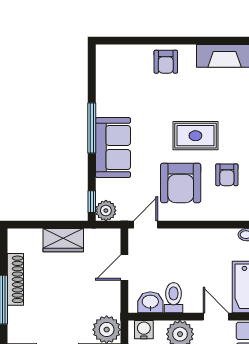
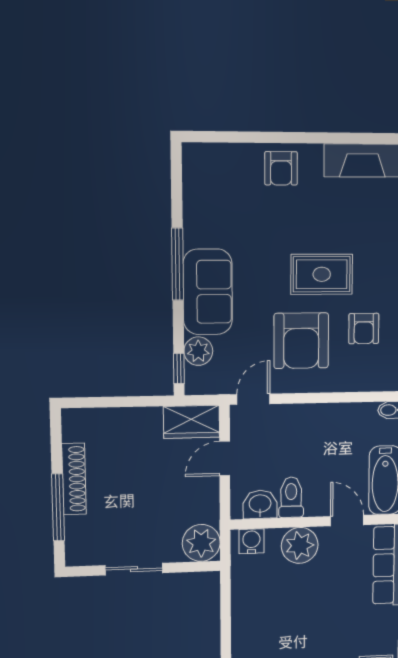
plant: (106, 211) -> (198, 351), moved
wardrobe: (63, 240) -> (191, 422), moved

